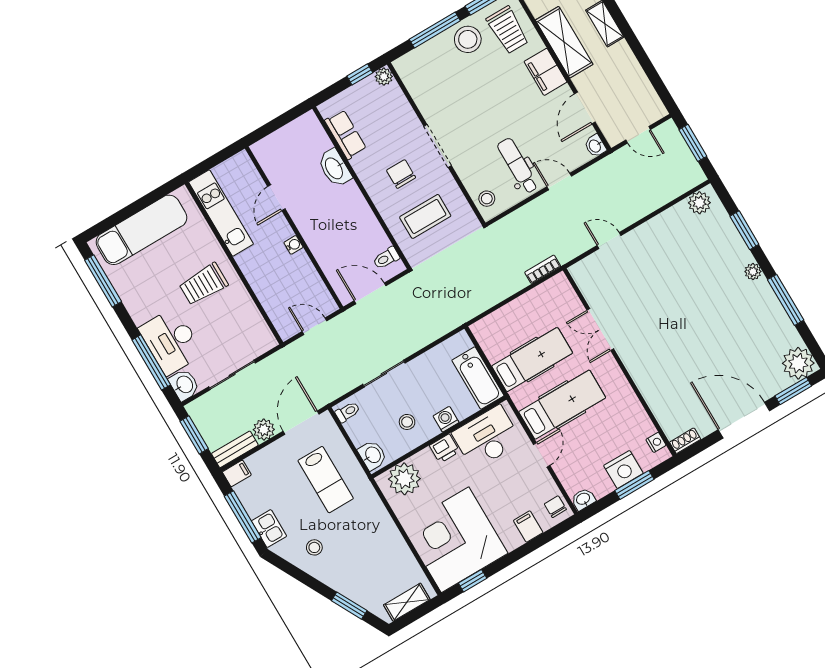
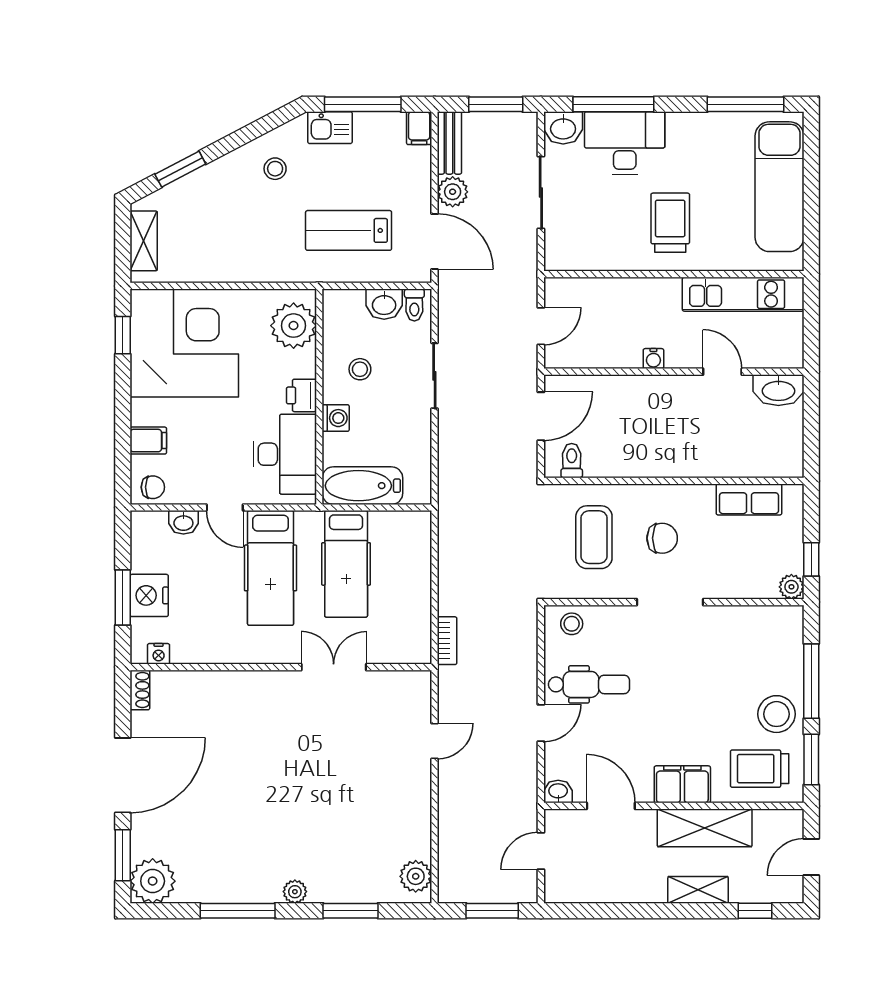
washbasin: (335, 168) -> (778, 390), moved, turned 180
washbasin: (372, 455) -> (384, 304), moved
washbasin: (583, 499) -> (183, 522), moved, turned 90

